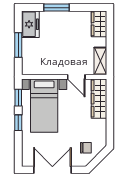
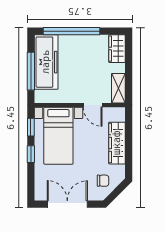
window: (56, 8) -> (72, 31), width x2.11
freezer: (30, 24) -> (46, 62), width x1.91, depth x1.26
window: (18, 45) -> (31, 71), width x1.44
wardrobe: (99, 99) -> (117, 143), moved

